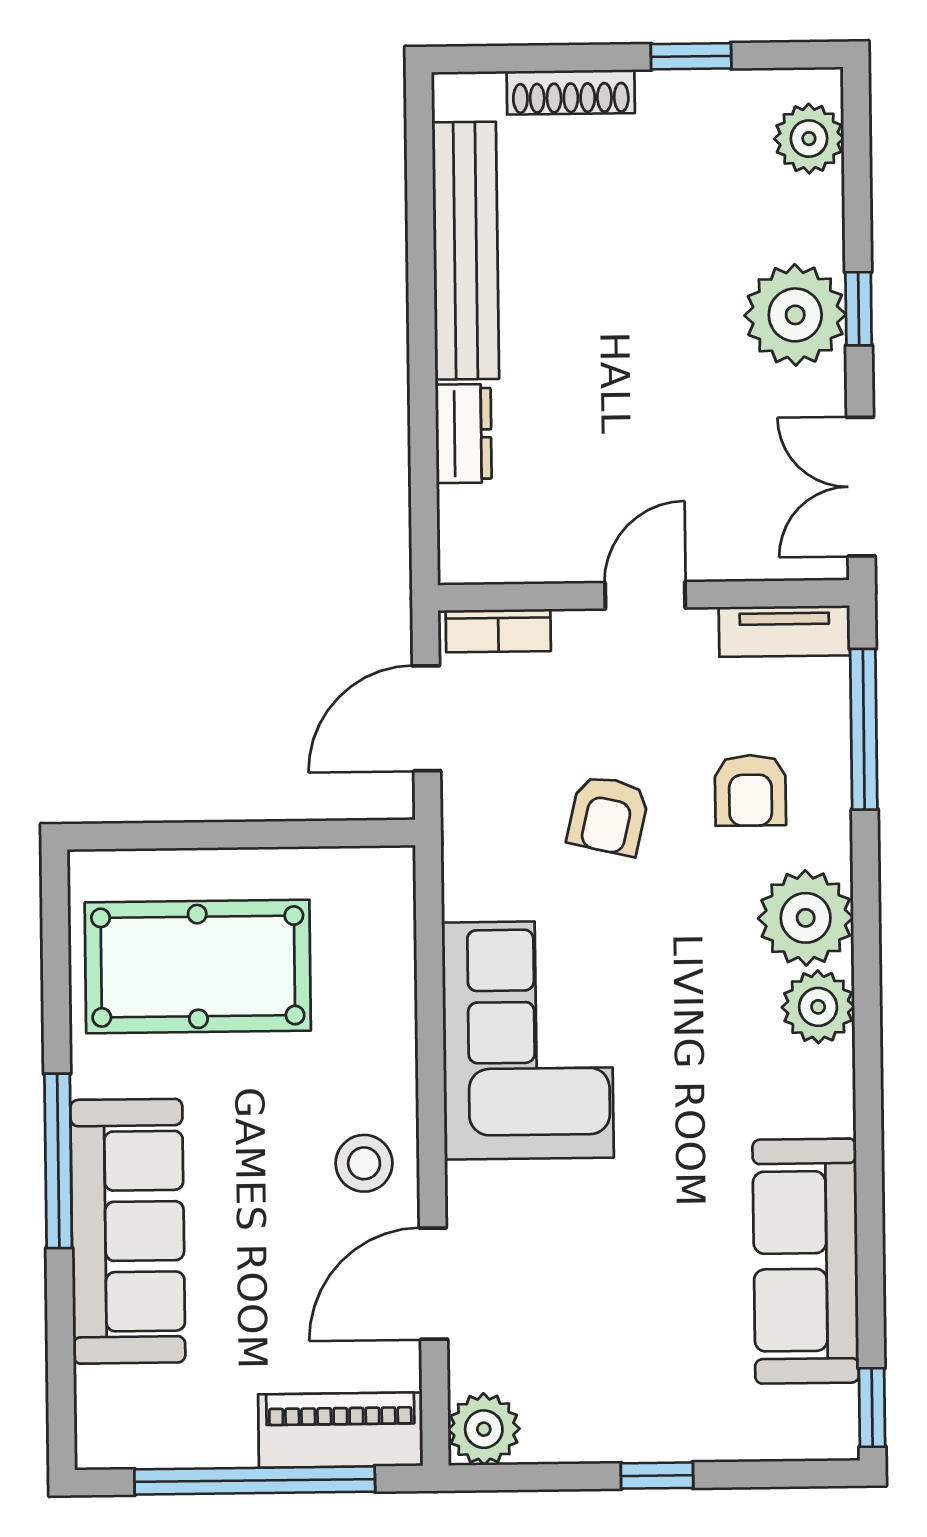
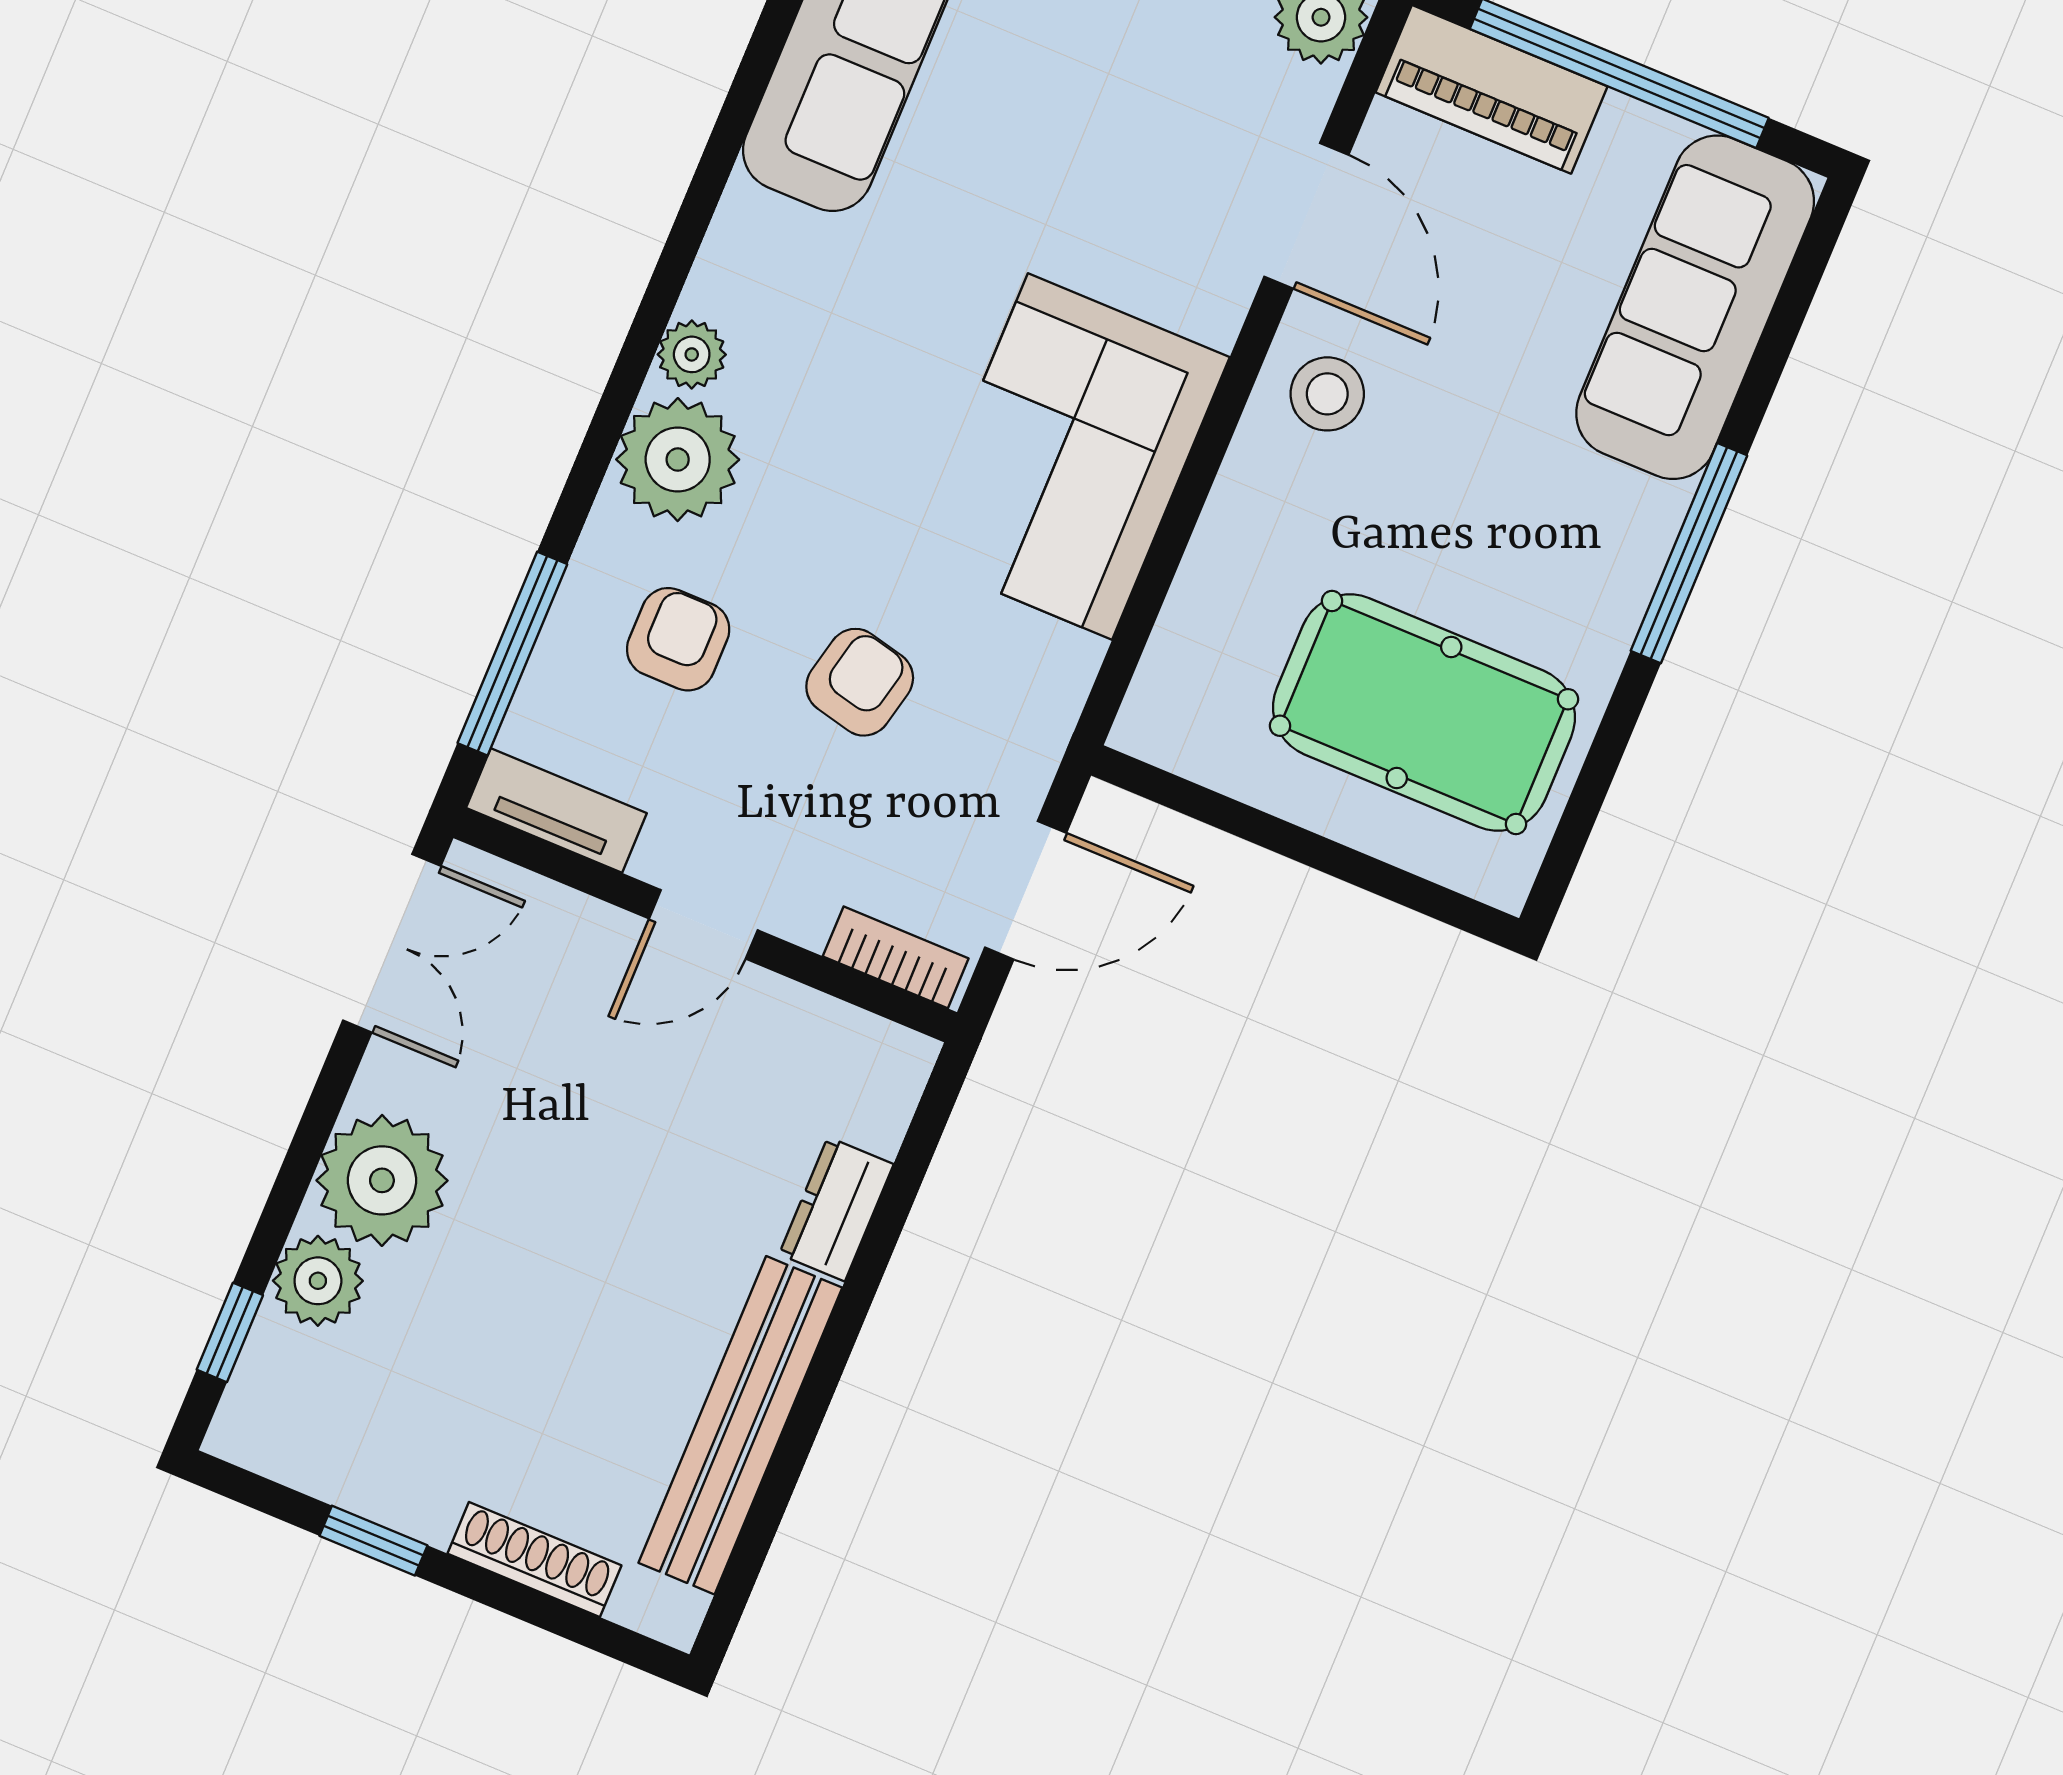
plant: (809, 139) -> (318, 1281), moved
window: (859, 309) -> (230, 1332), moved
plant: (818, 1007) -> (692, 354), width x0.73, depth x0.73
sofa: (128, 1231) -> (1695, 307), moved
door: (433, 1284) -> (1306, 216), hinge flipped

